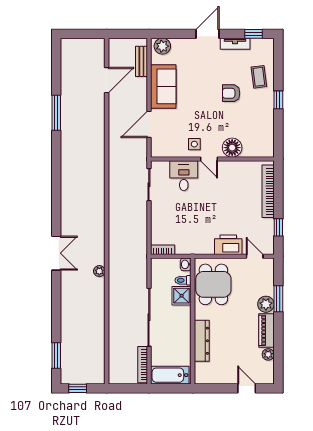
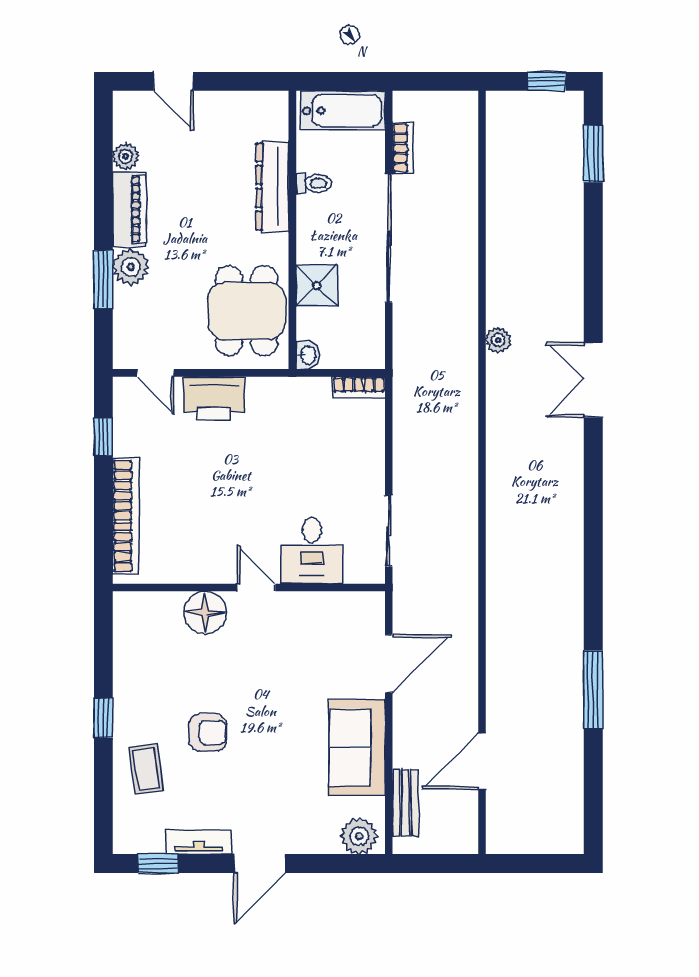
side table: (194, 144) -> (289, 620), removed
toilet: (183, 280) -> (314, 183), moved
bookcase: (143, 365) -> (403, 148), width x0.64

